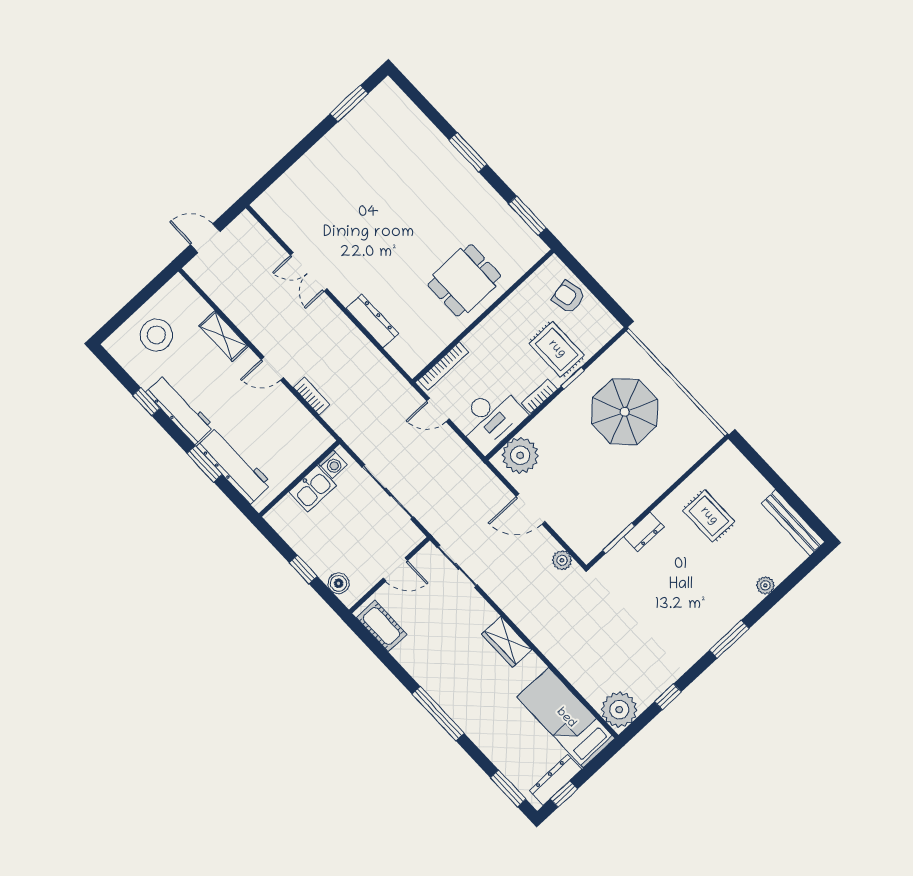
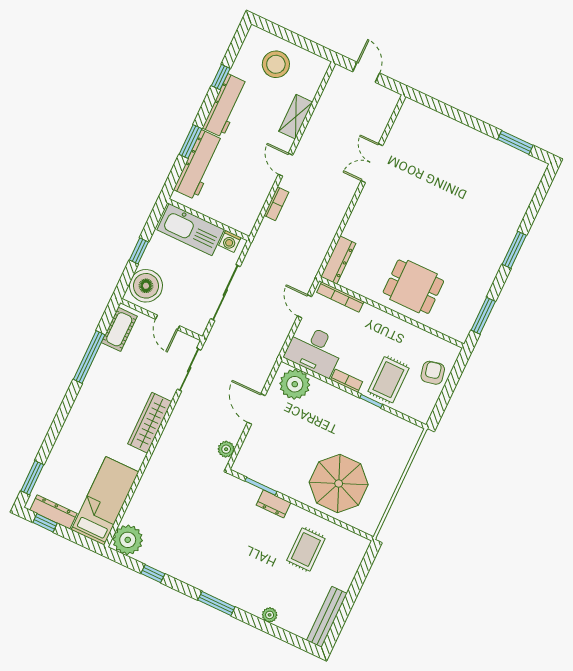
dresser: (372, 321) -> (338, 260), moved
parasol: (625, 412) -> (339, 483), moved
kitchen sink: (312, 489) -> (191, 230), width x1.87, depth x1.24
boiler: (338, 583) -> (146, 286), width x1.86, depth x1.86
wardrobe: (507, 642) -> (150, 423), width x1.50
window: (438, 714) -> (89, 357), moved

